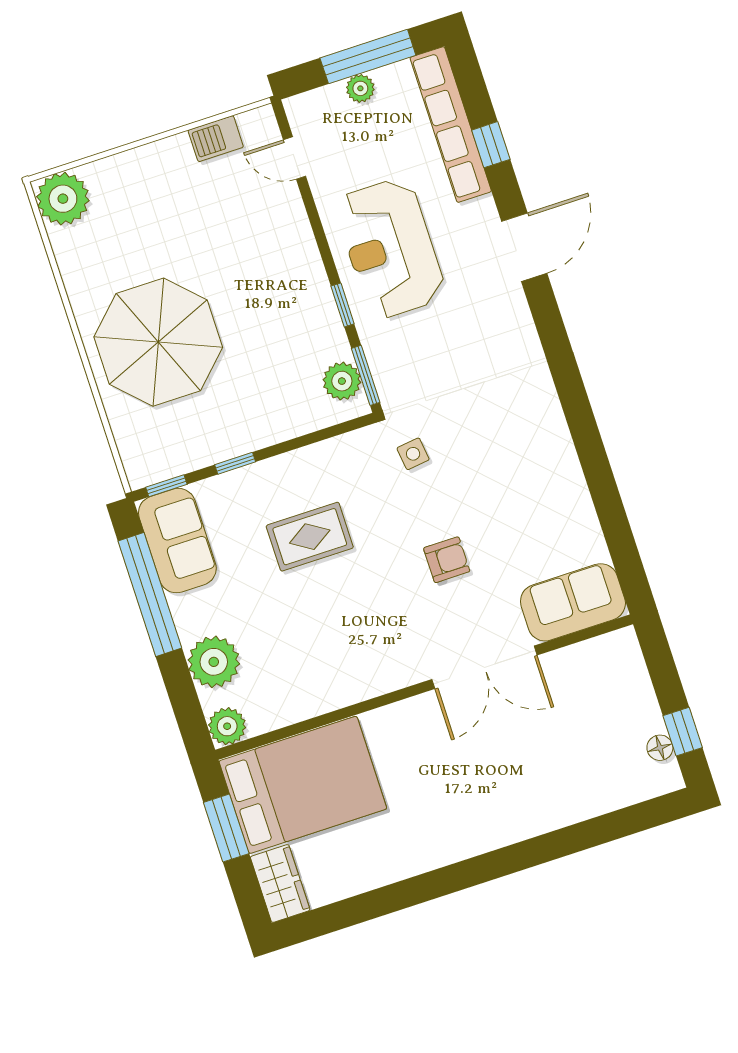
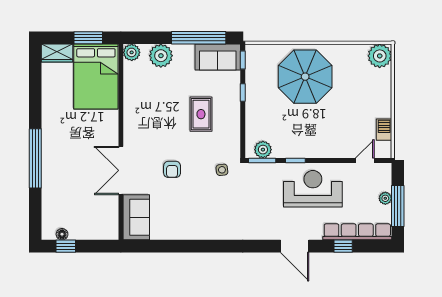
window: (518, 857) -> (35, 158), added

